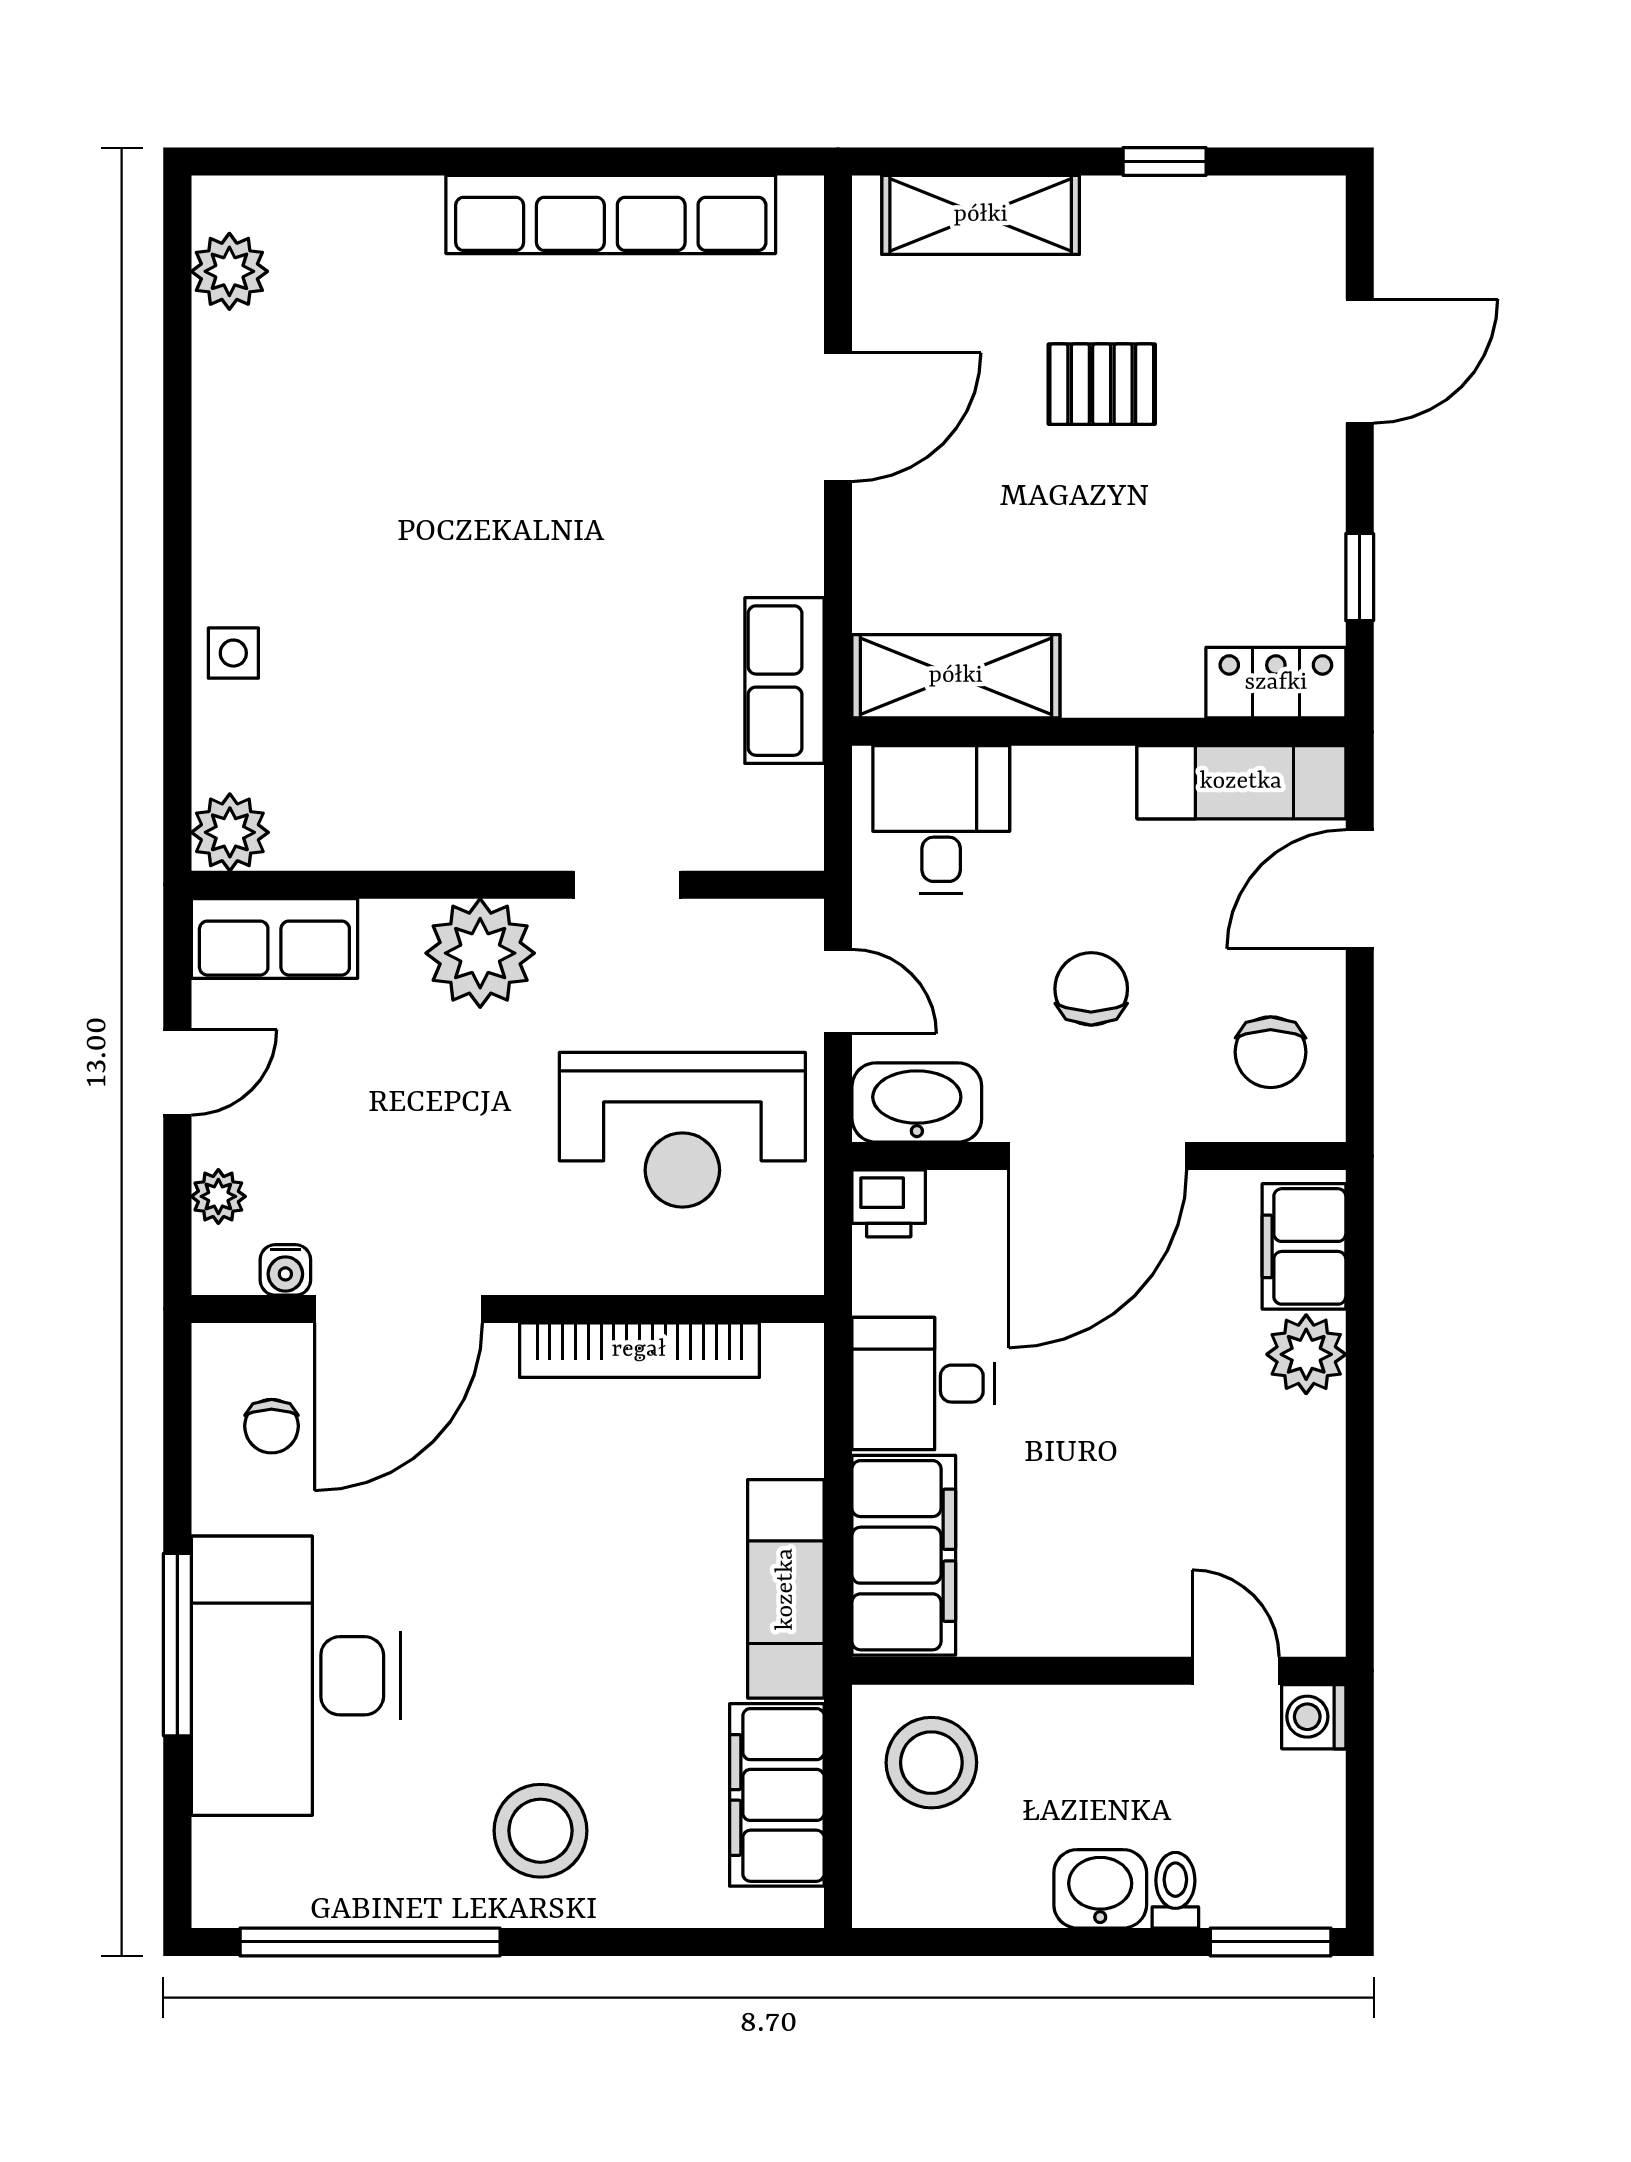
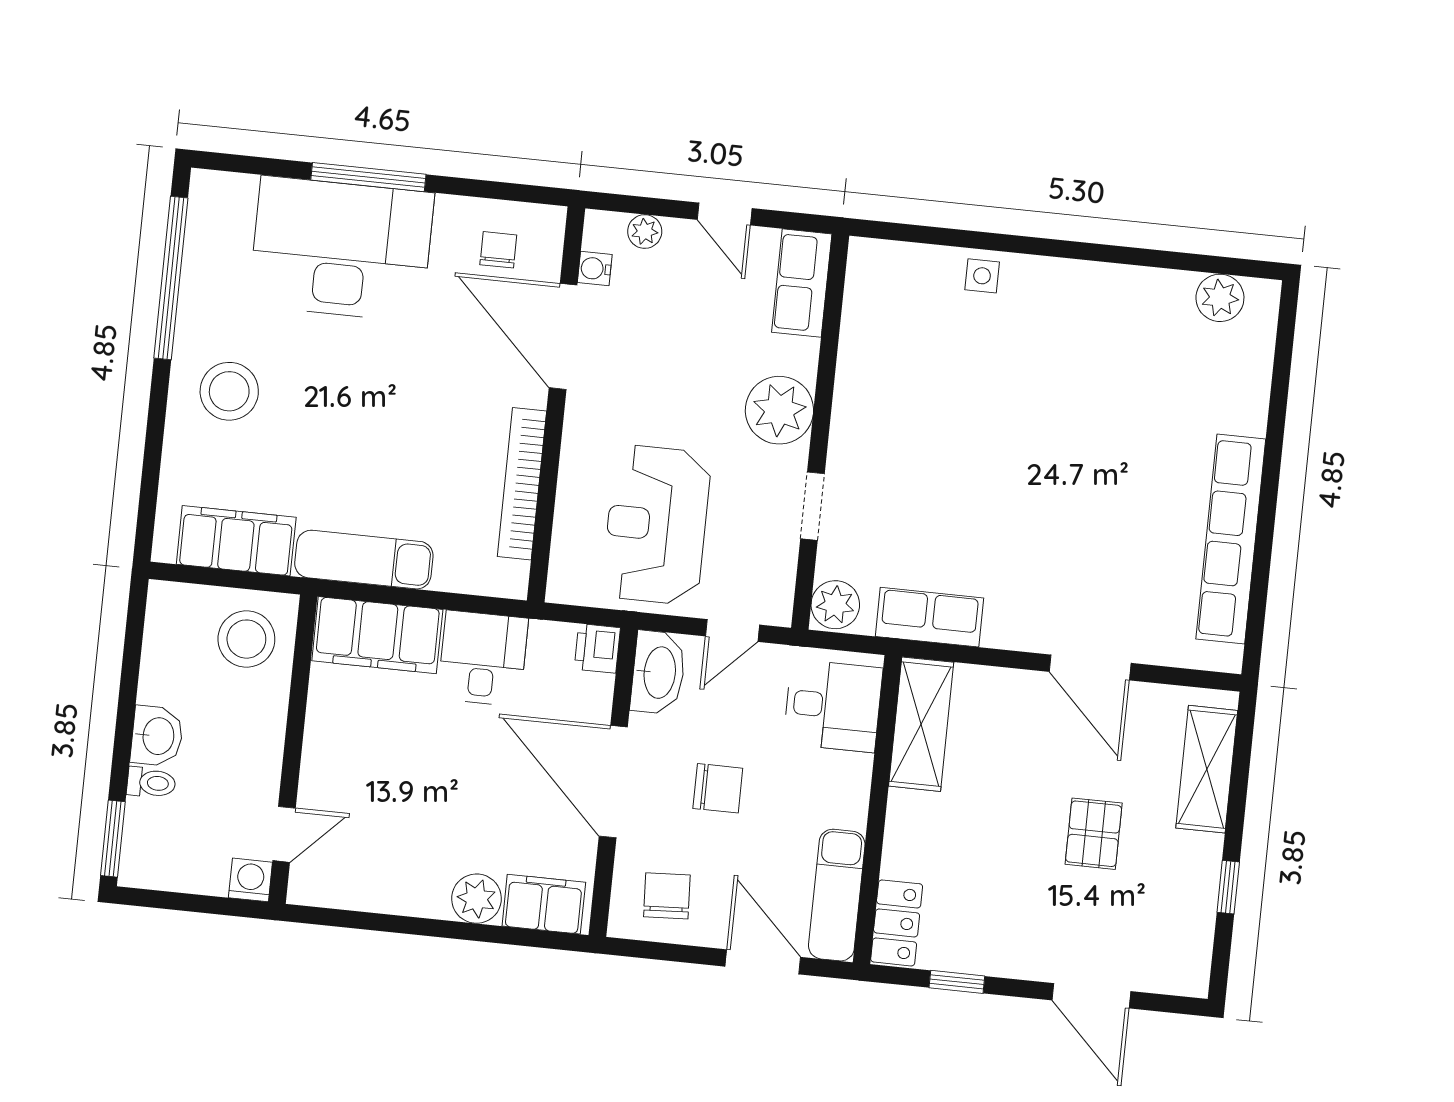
plant: (230, 832) -> (835, 605), moved
chair: (1271, 1052) -> (667, 896), turned 87
chair: (272, 1426) -> (498, 250), turned 90

